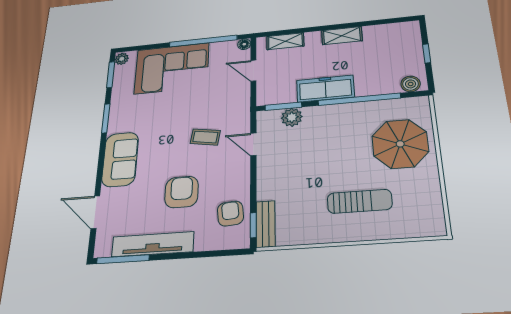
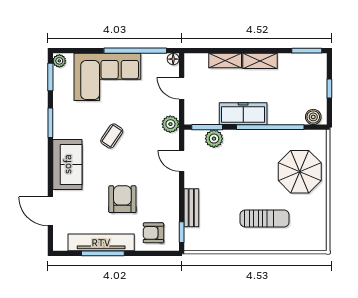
window: (395, 20) -> (307, 51), added
shelving: (285, 41) -> (225, 61), moved
plant: (241, 107) -> (170, 124), added
coffee table: (205, 137) -> (112, 136), moved, turned -65
armchair: (230, 213) -> (153, 233), moved, turned -85
bench: (266, 224) -> (191, 208), moved
window: (123, 259) -> (103, 253), moved

